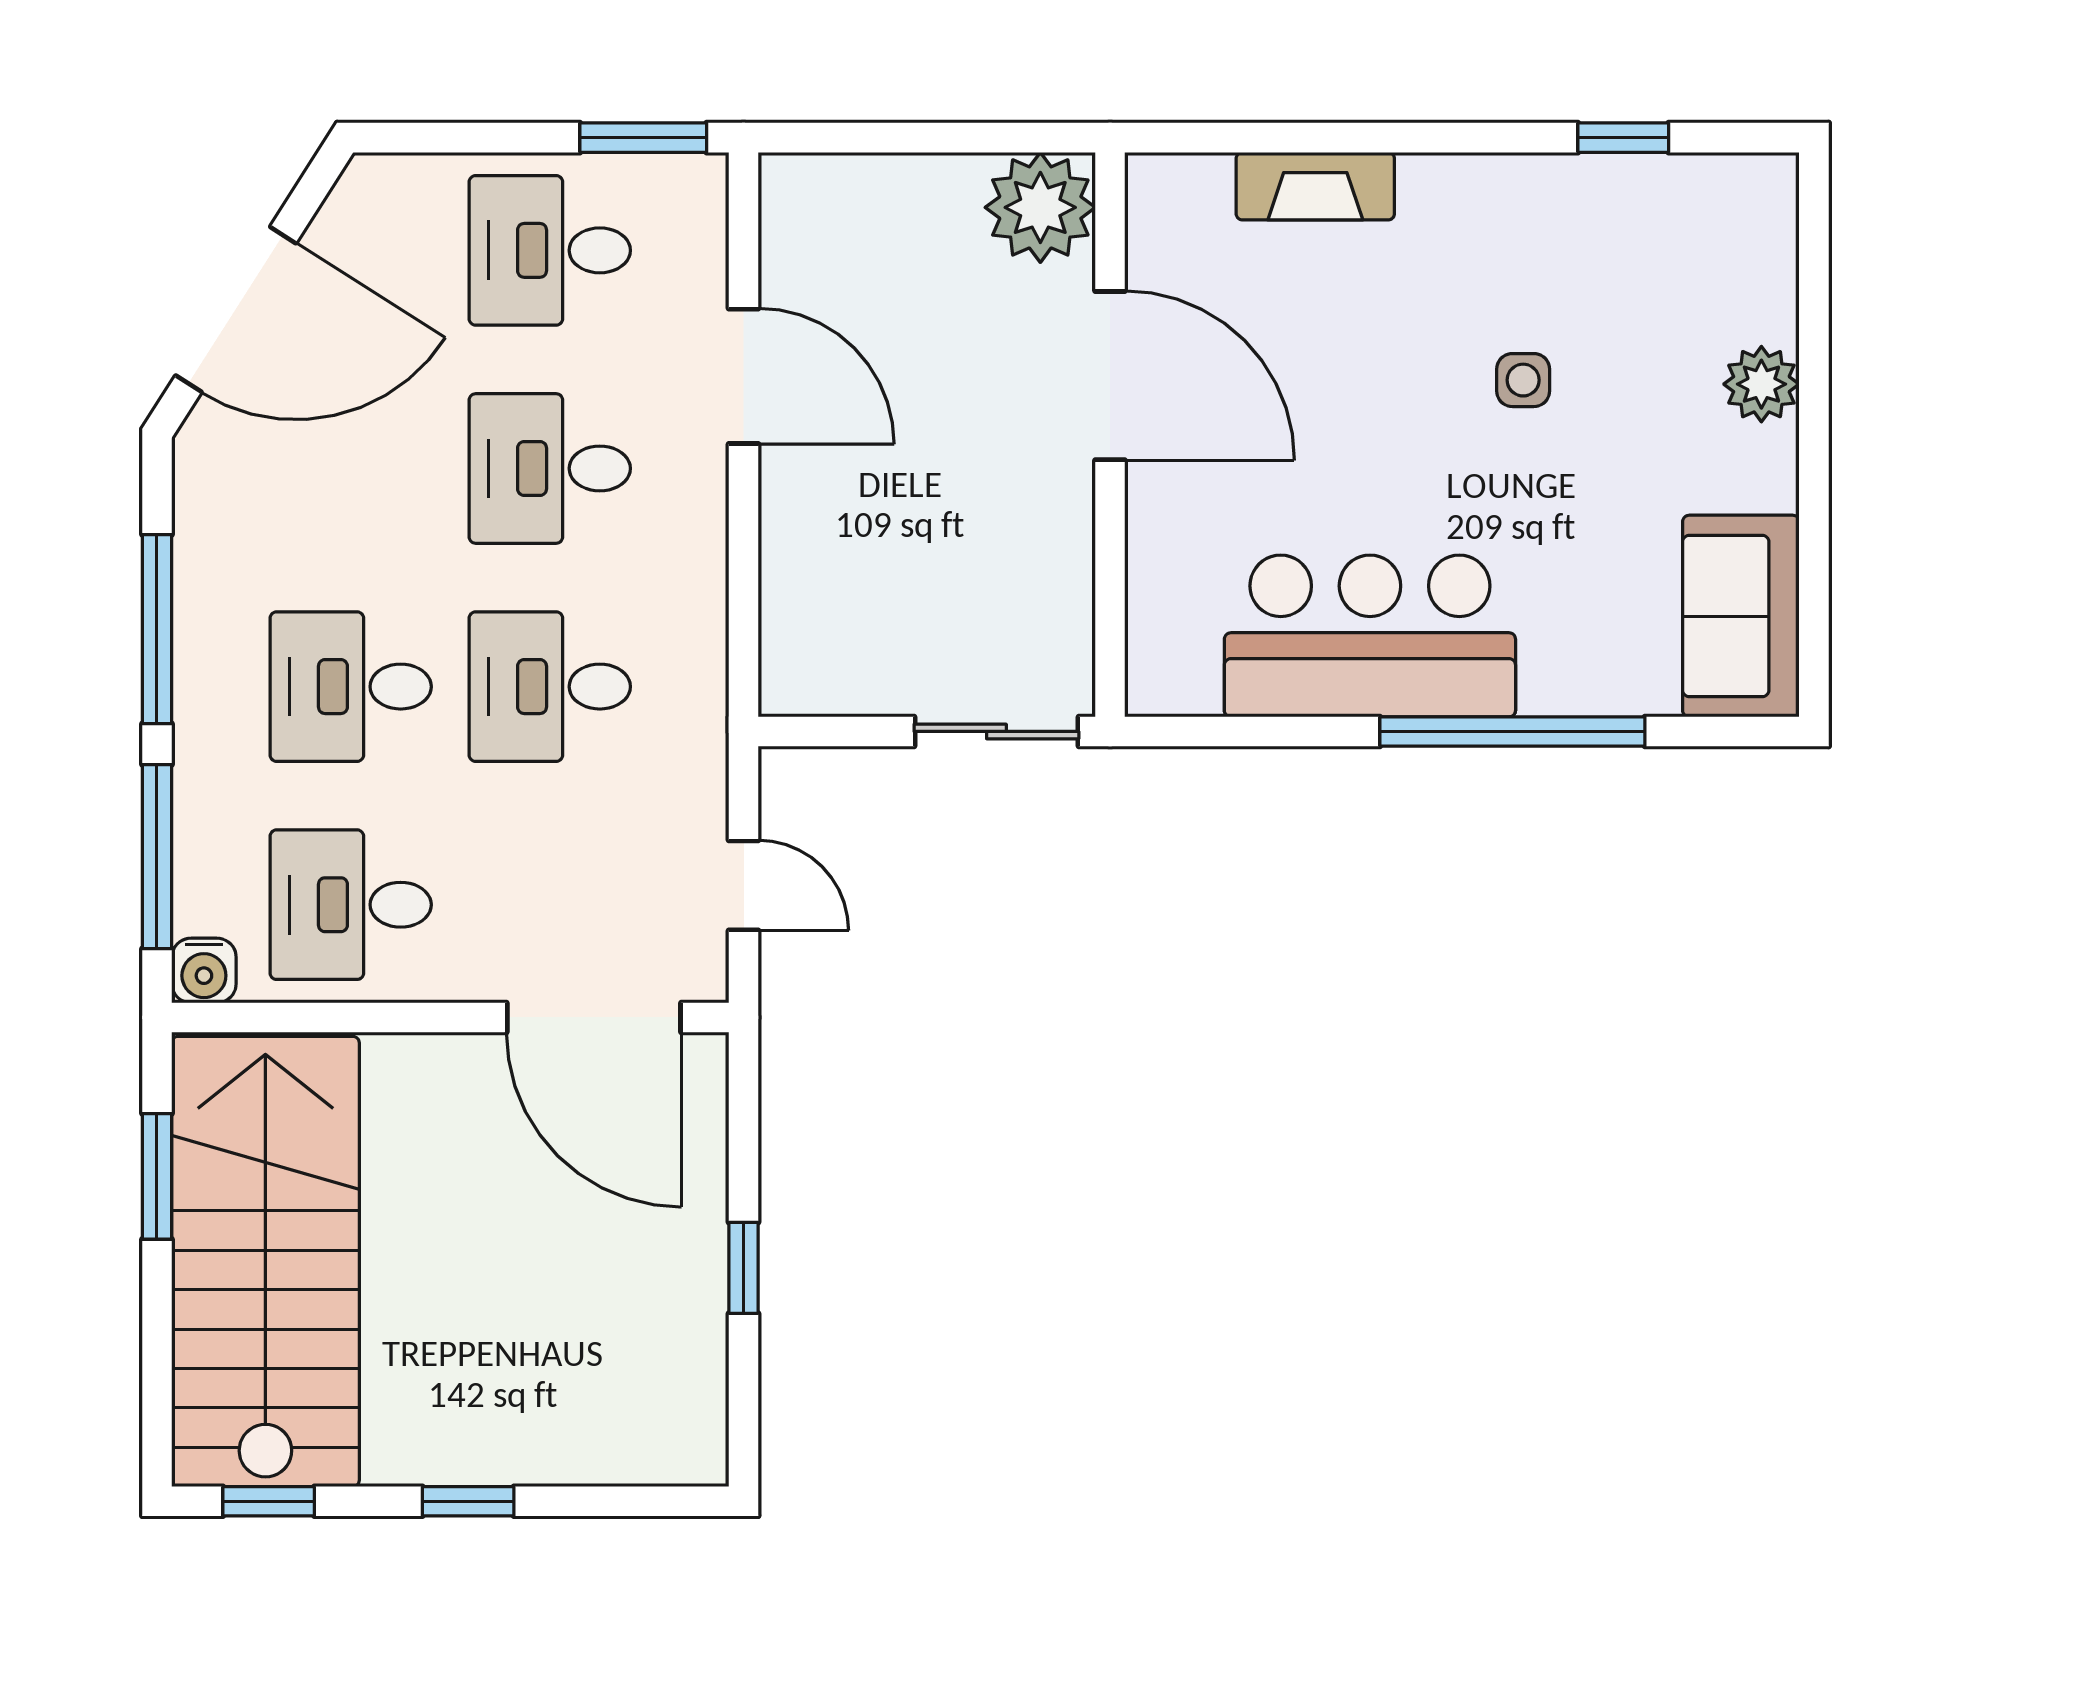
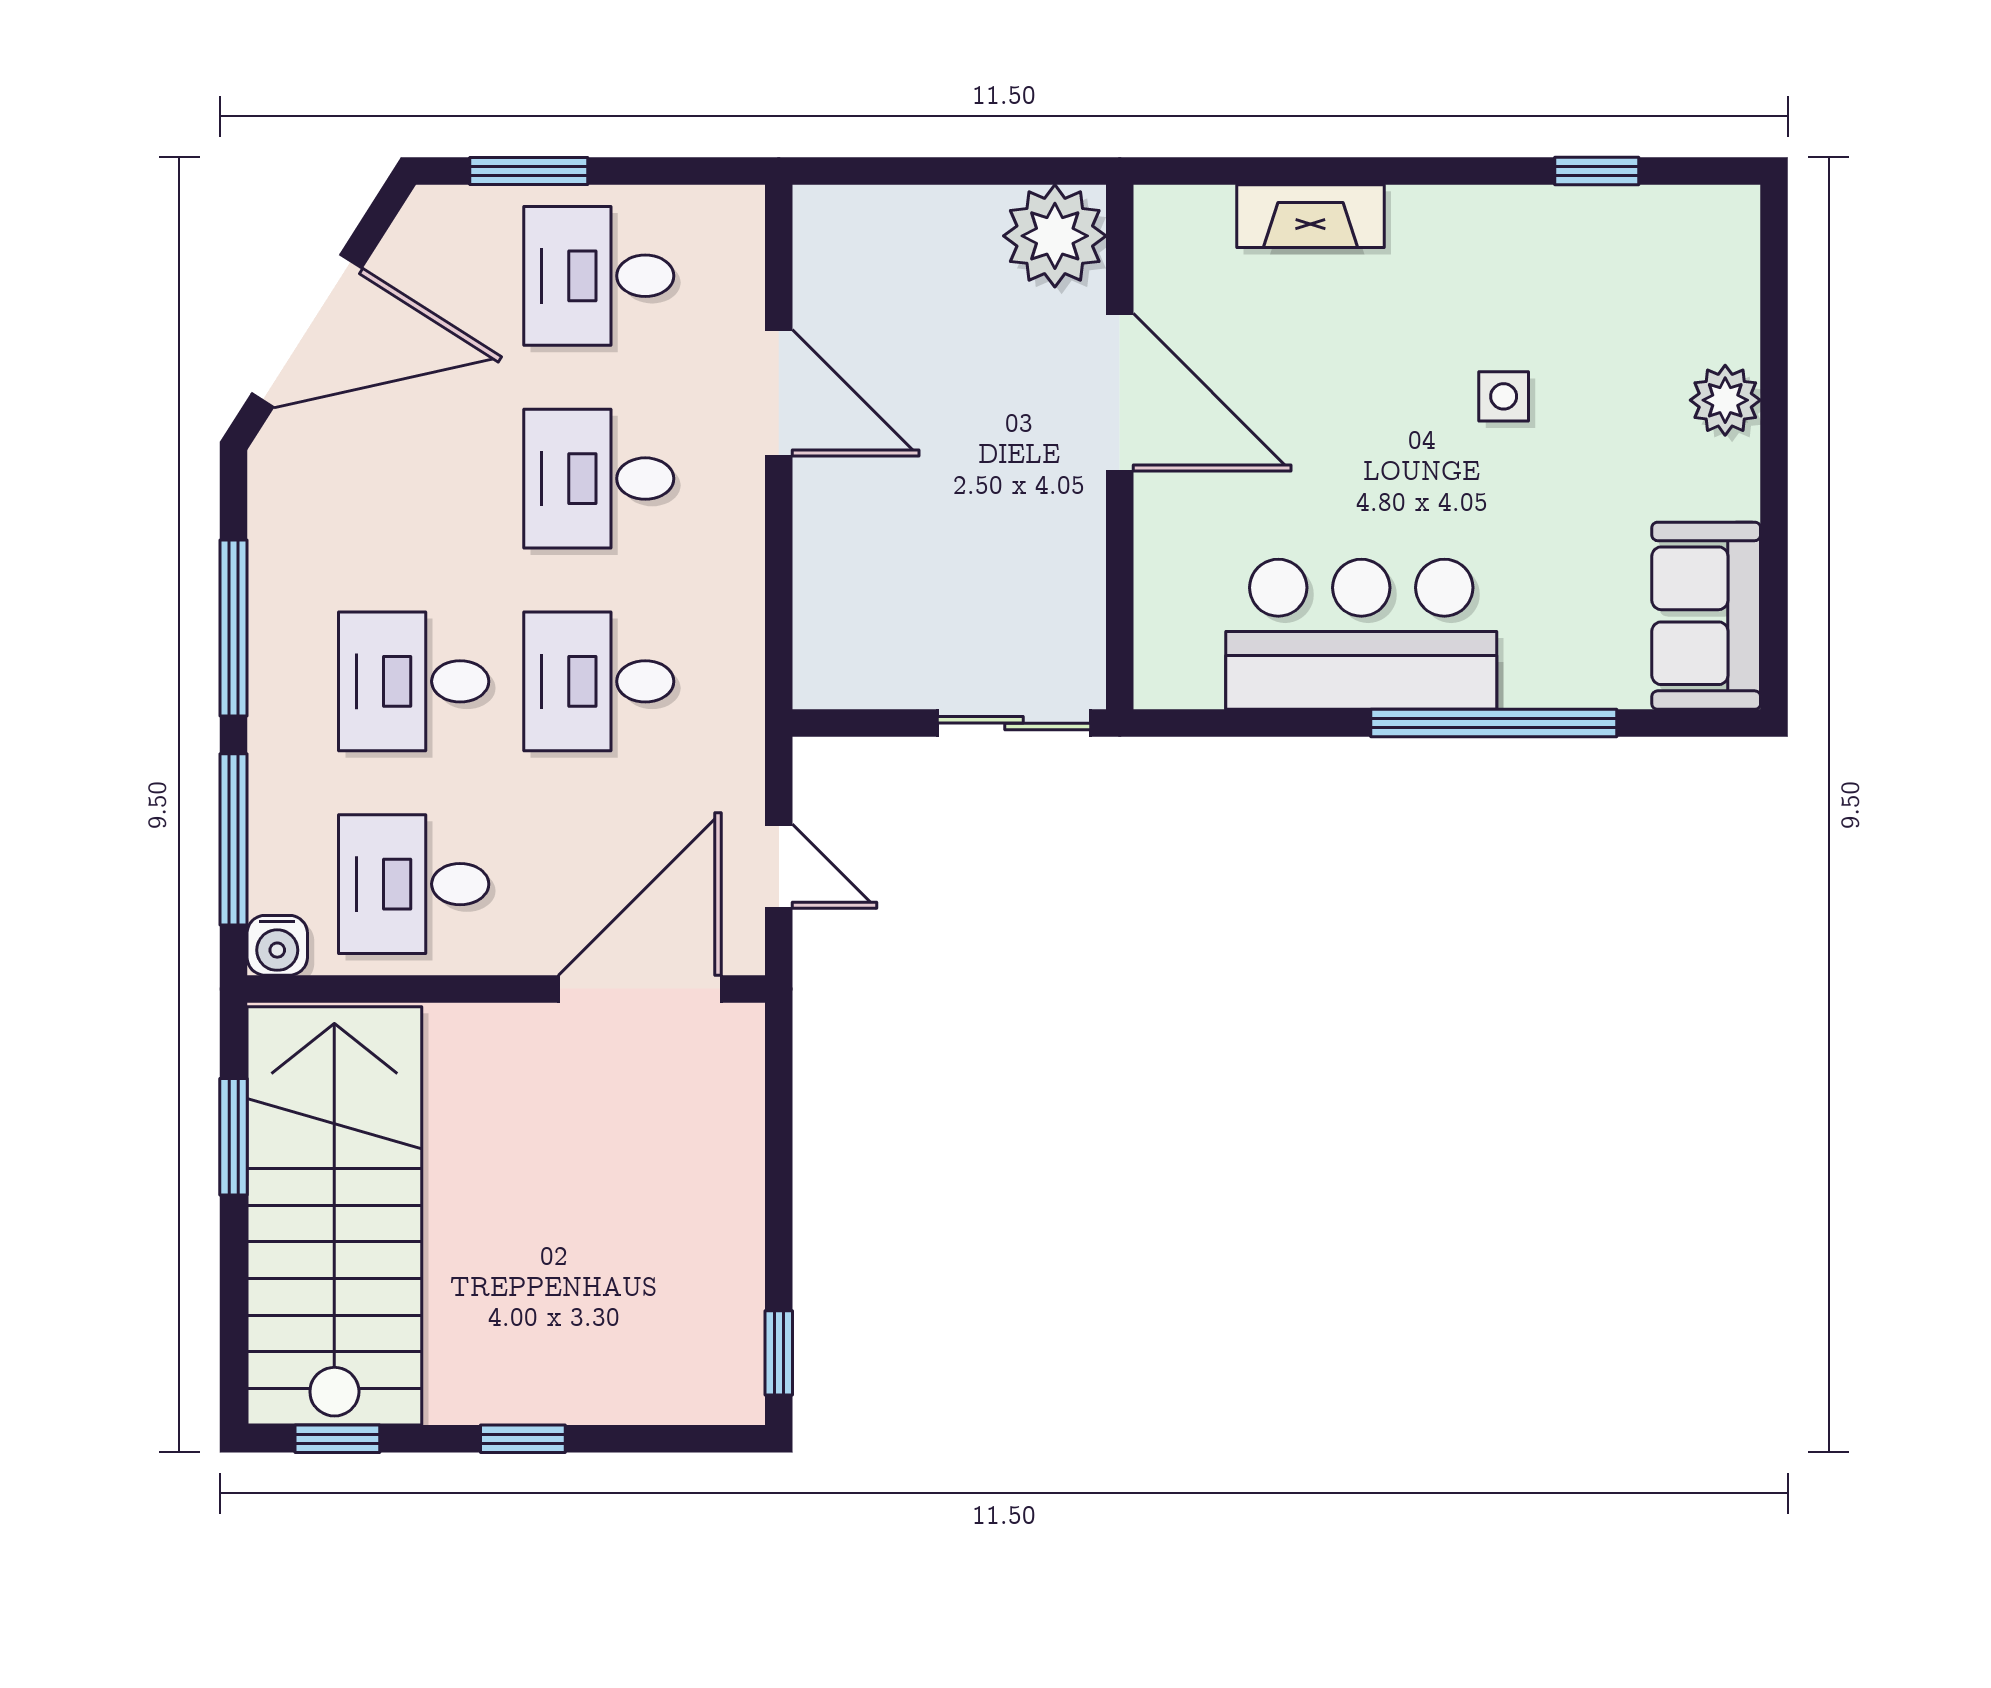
window: (643, 138) -> (529, 171), moved
door: (594, 1017) -> (640, 989), swing flipped
window: (744, 1268) -> (779, 1353), moved

